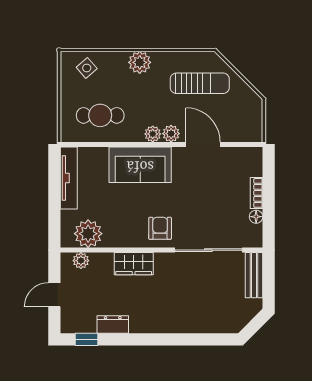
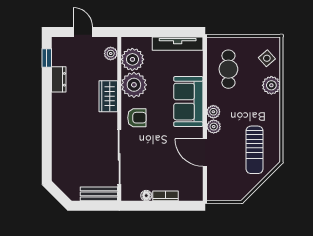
plant: (140, 62) -> (271, 85), moved
door: (203, 144) -> (205, 153), swing flipped
plant: (119, 232) -> (134, 85), added

